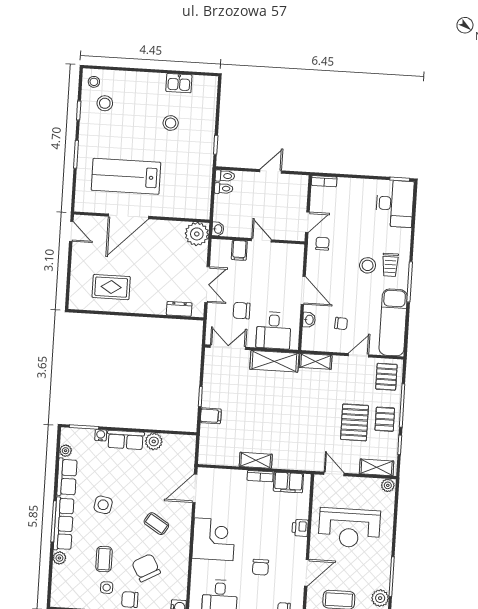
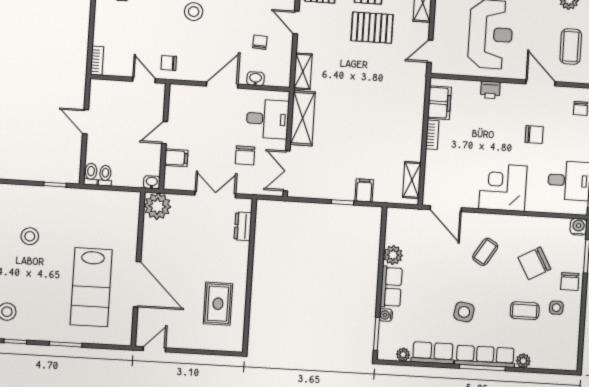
shelving: (256, 460) -> (412, 180), moved

